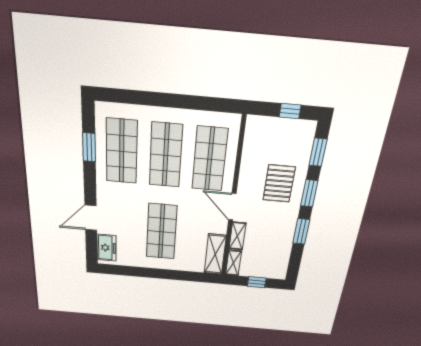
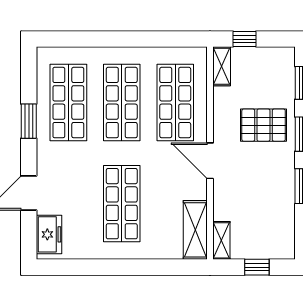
window: (290, 111) -> (245, 39), moved
window: (89, 147) -> (29, 121), moved
pallet: (279, 184) -> (264, 125), turned 90
shelving: (237, 236) -> (222, 66), moved

